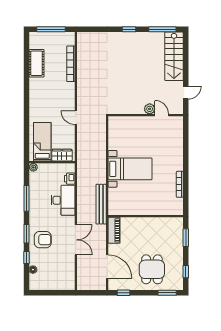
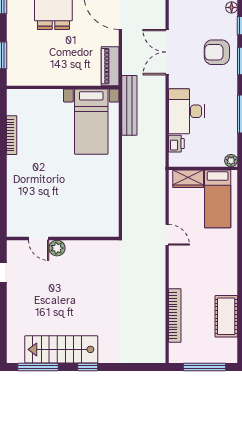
stairs: (174, 56) -> (61, 349), moved, turned -90
bed with nightstands: (130, 169) -> (91, 122), moved, turned -90

